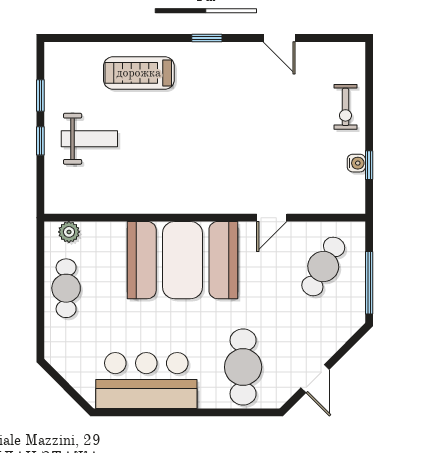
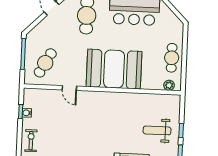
door: (272, 218) -> (69, 88), swing flipped

